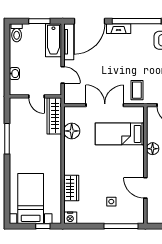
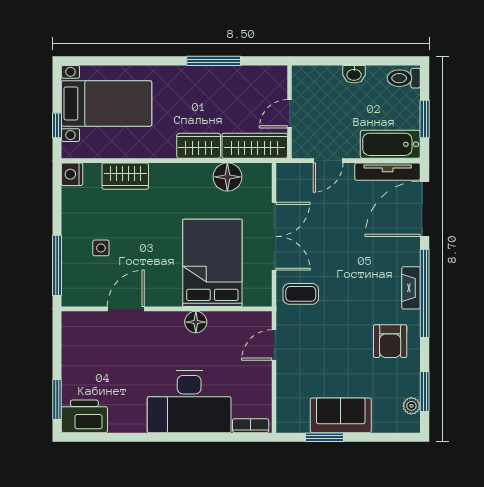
door: (89, 21) -> (425, 209), hinge flipped
fireplace: (119, 29) -> (411, 288), moved
washbasin: (14, 74) -> (354, 74), moved
bed: (120, 134) -> (212, 263), width x1.50
wardrobe: (54, 147) -> (199, 146), added

